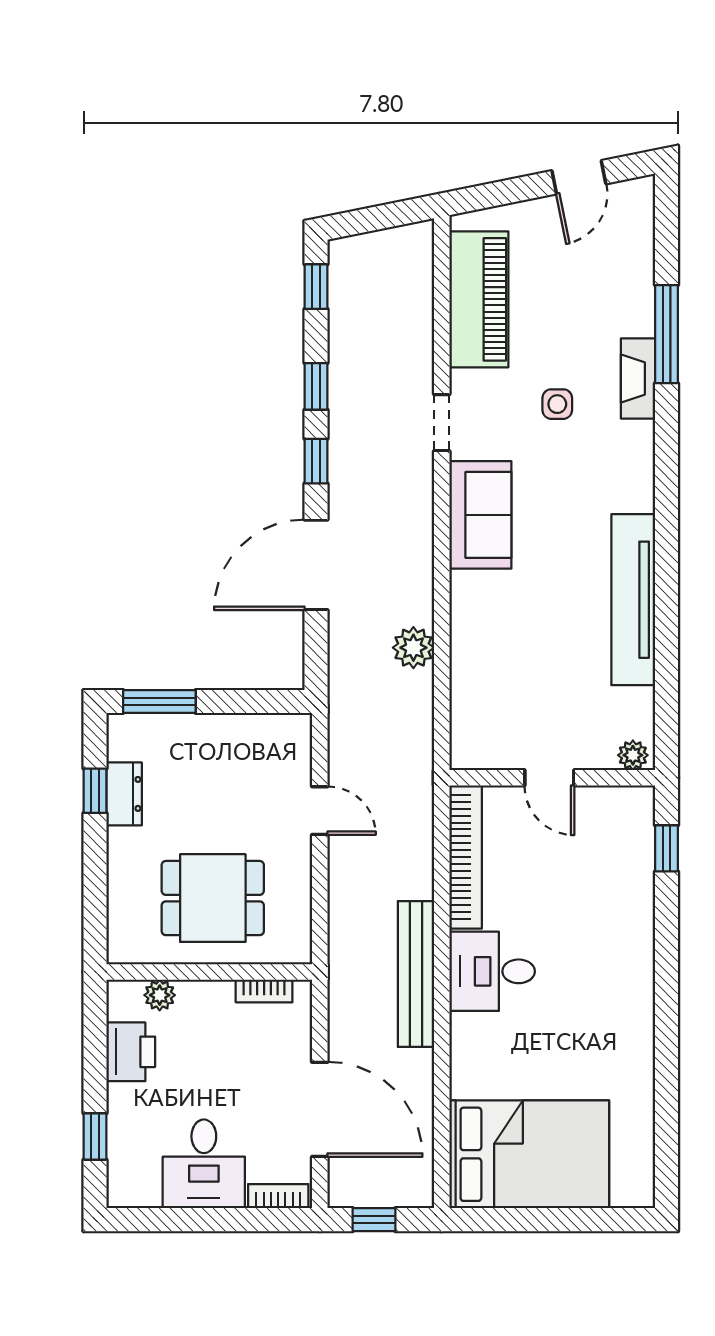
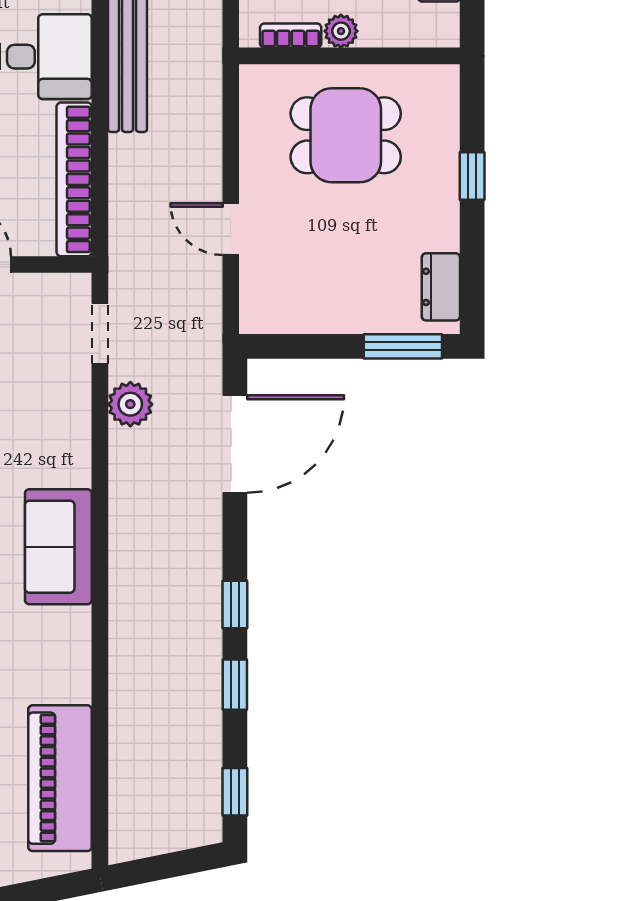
doorway: (442, 423) -> (100, 334), moved
door: (316, 565) -> (235, 444), moved
window: (95, 791) -> (472, 176), moved
dresser: (124, 794) -> (441, 287), moved
plant: (160, 995) -> (341, 31), moved

